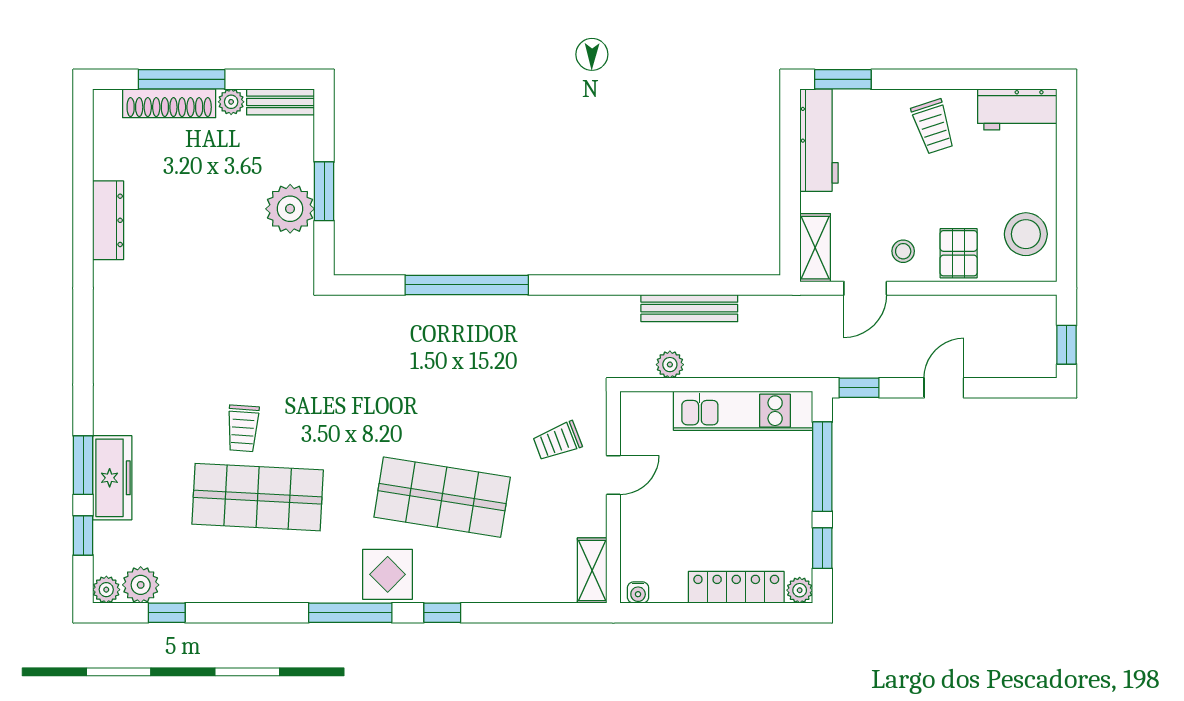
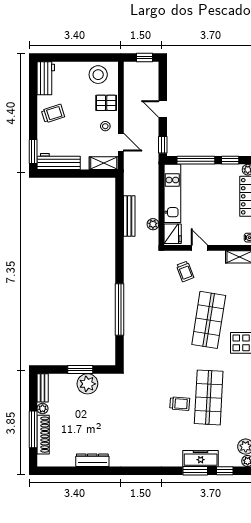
fridge: (647, 411) -> (173, 234), added

